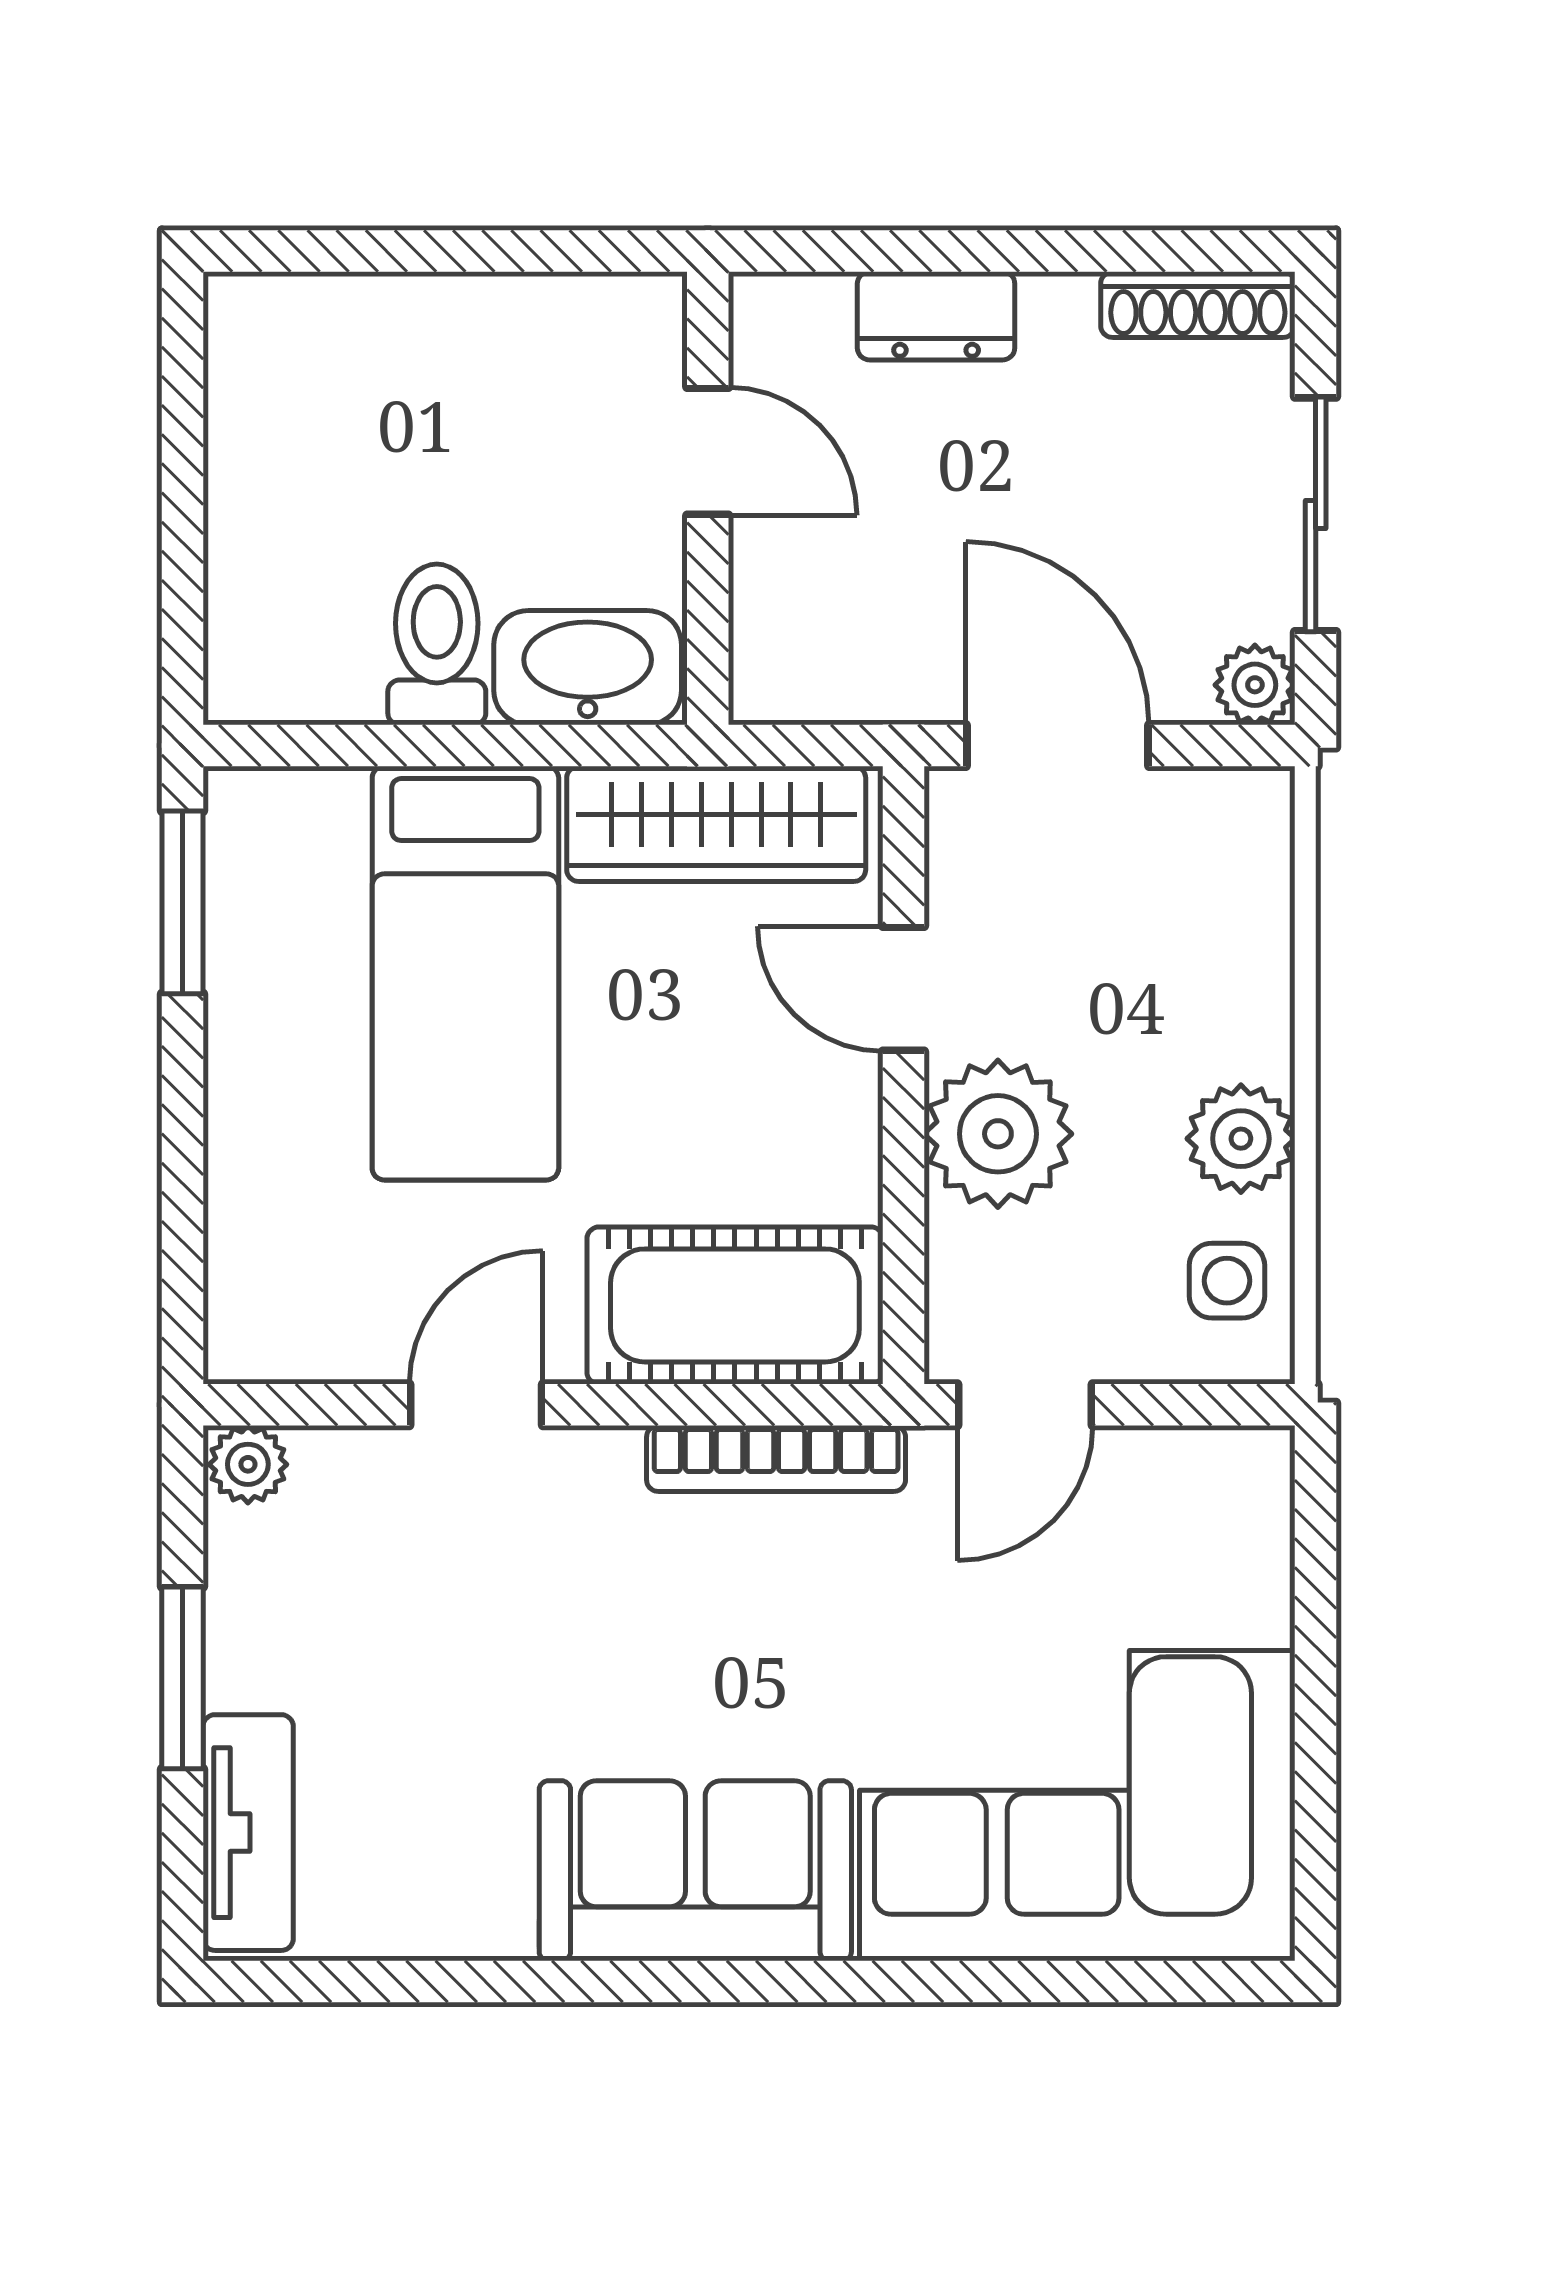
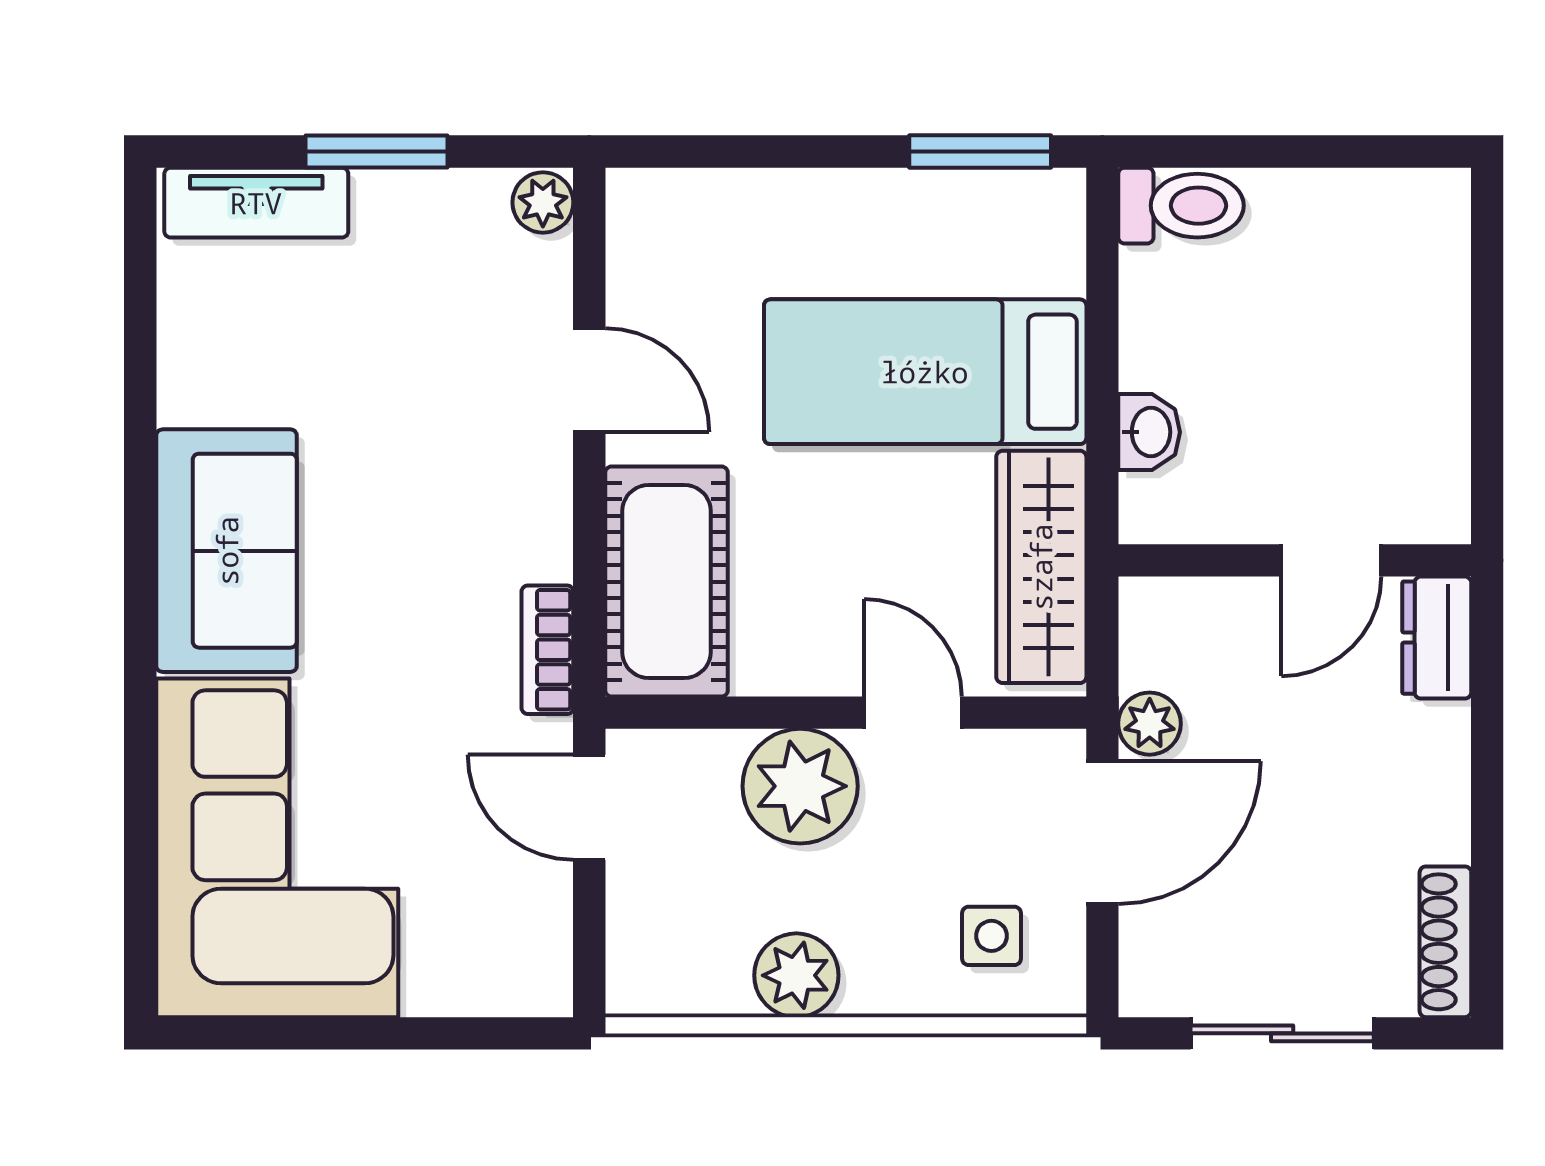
dresser: (936, 316) -> (1437, 638), moved
toilet: (437, 644) -> (1181, 206), moved
washbasin: (588, 668) -> (1149, 432), width x0.52, depth x0.69
plant: (1255, 685) -> (1150, 724), moved
door: (904, 989) -> (913, 713), hinge flipped
side table: (1227, 1281) -> (991, 936), moved
bookcase: (776, 1458) -> (547, 650), width x0.64

